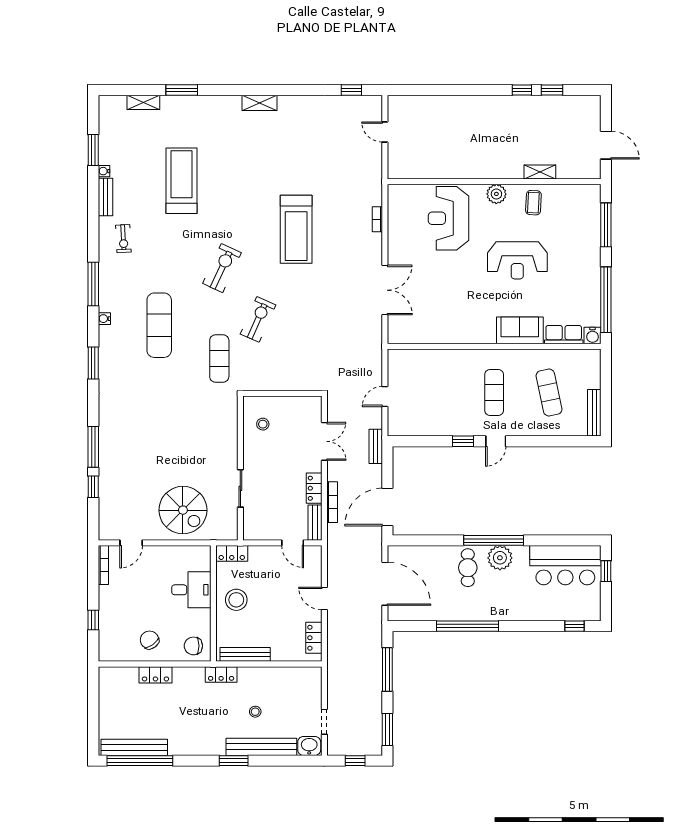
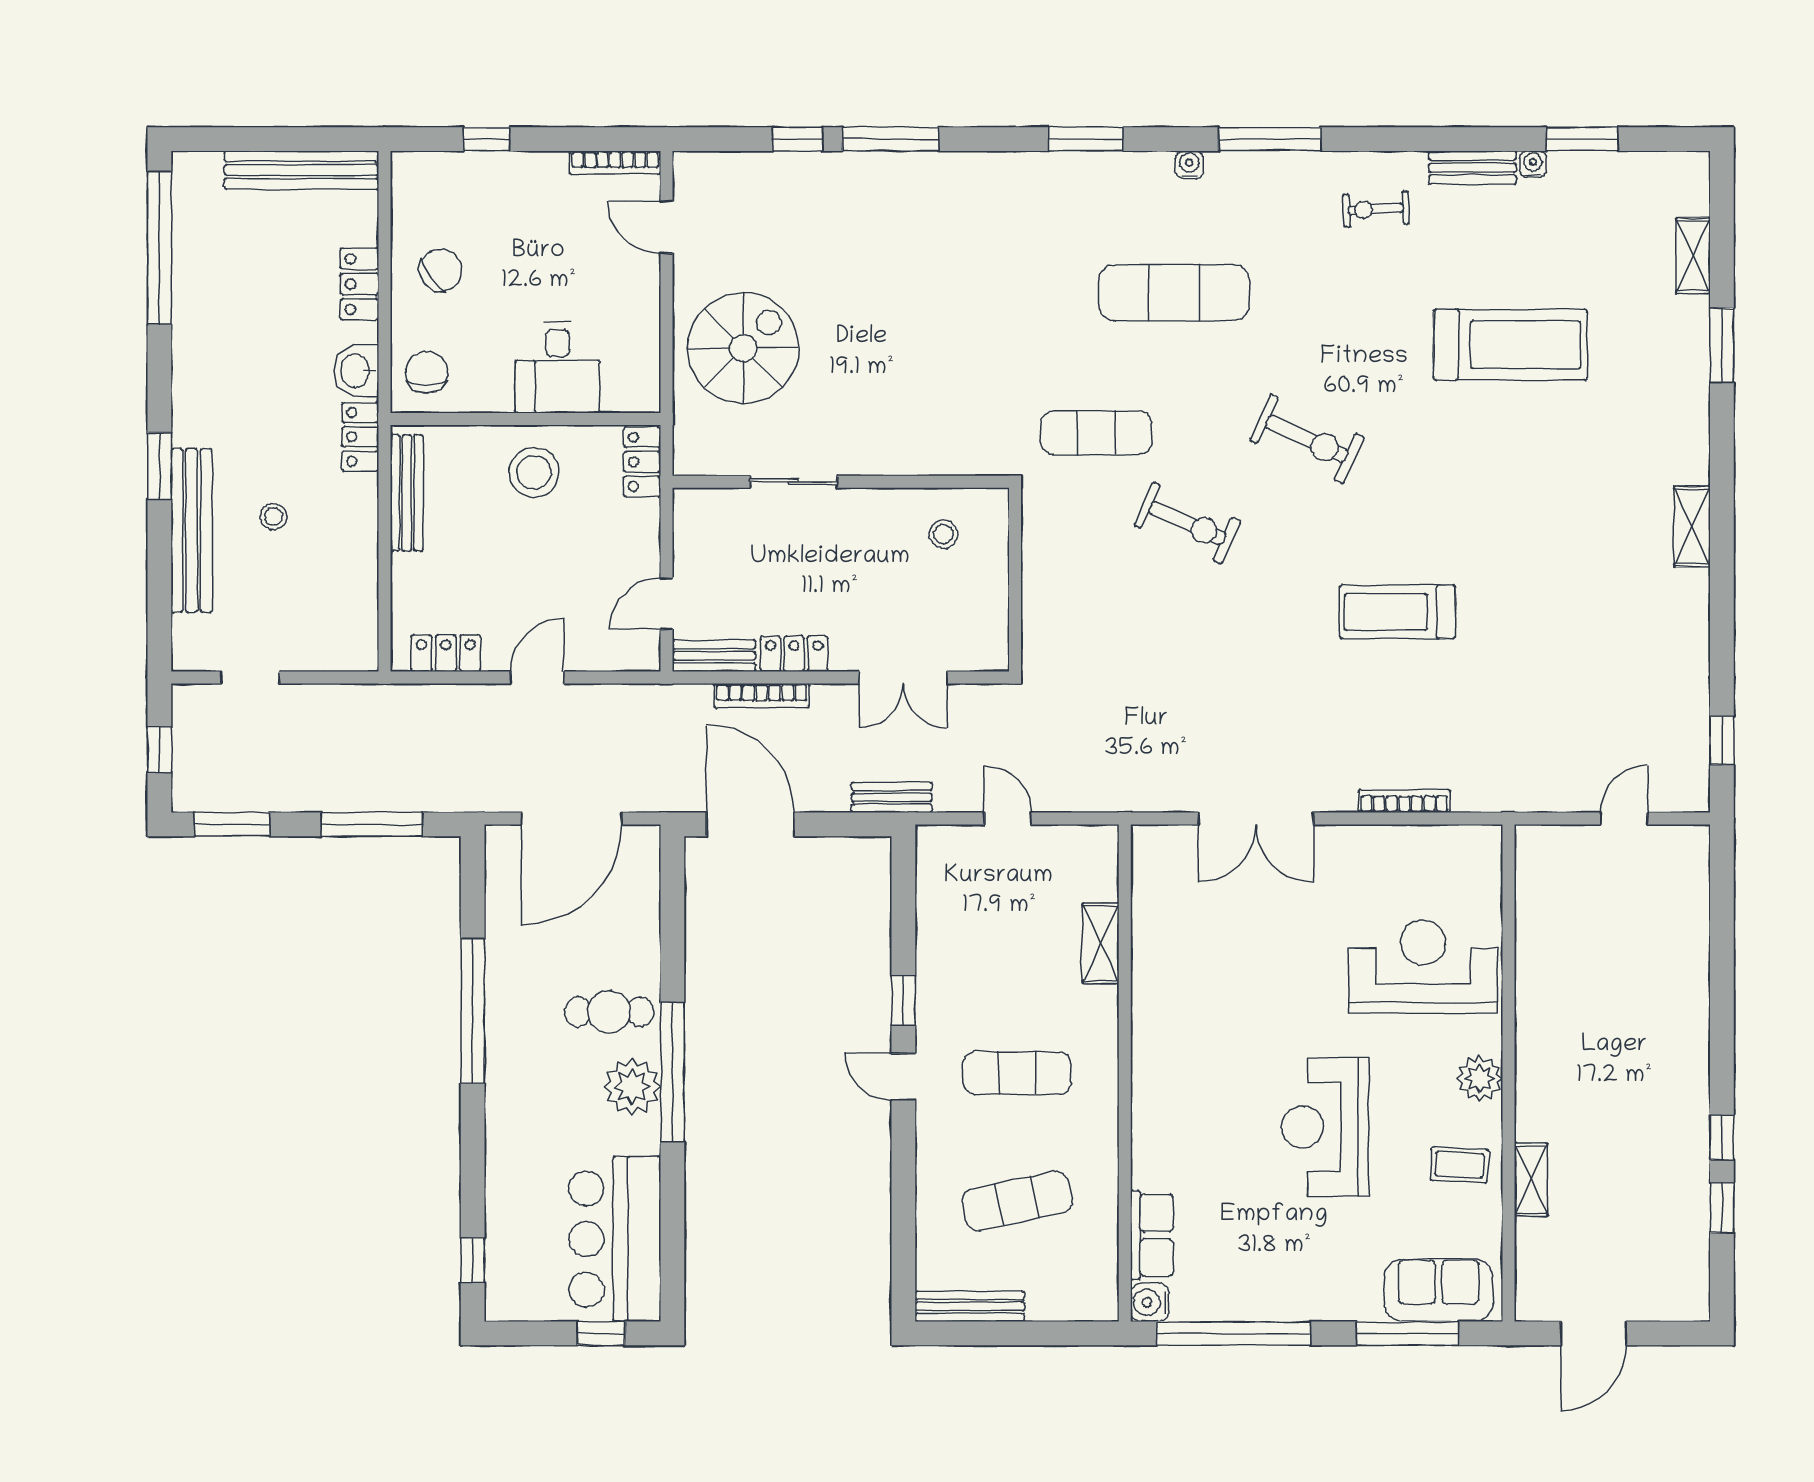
bookcase: (377, 219) -> (1404, 801), width x1.56
treadmill: (296, 229) -> (1397, 612), width x0.73, depth x0.73
sofa: (520, 330) -> (1439, 1290), moved, turned -90
shelving: (438, 357) -> (1101, 943), added
spiral stairs: (183, 510) -> (743, 348), turned 180
washbasin: (309, 746) -> (356, 371), moved, turned 180
bench: (134, 747) -> (302, 170), moved, turned 90

